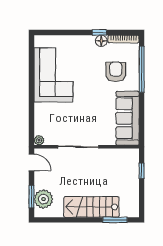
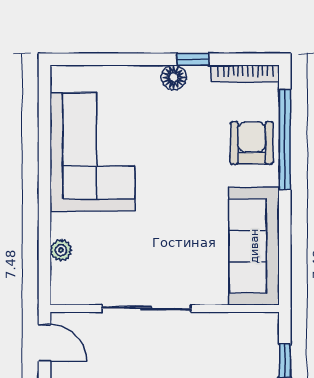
floor lamp: (101, 41) -> (174, 77), moved
armchair: (116, 72) -> (252, 143), moved
plant: (39, 140) -> (61, 250), moved

